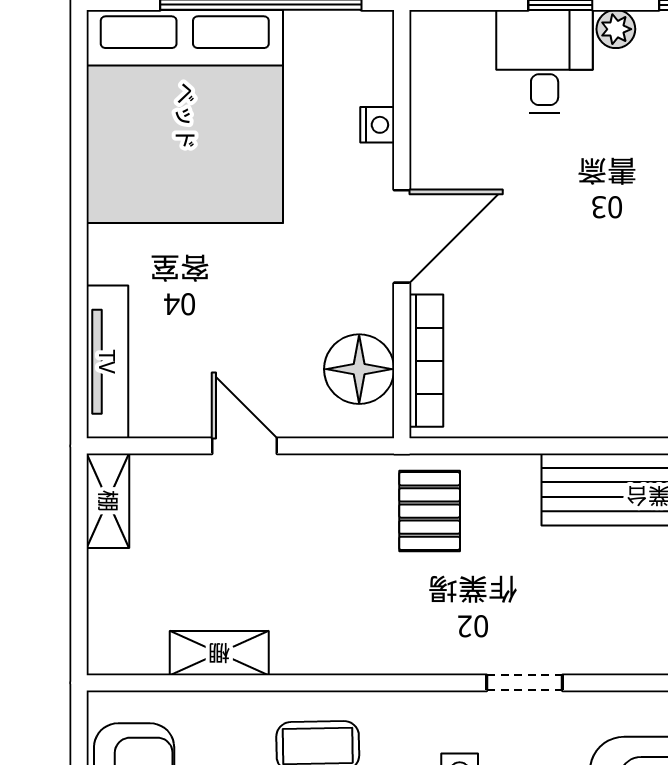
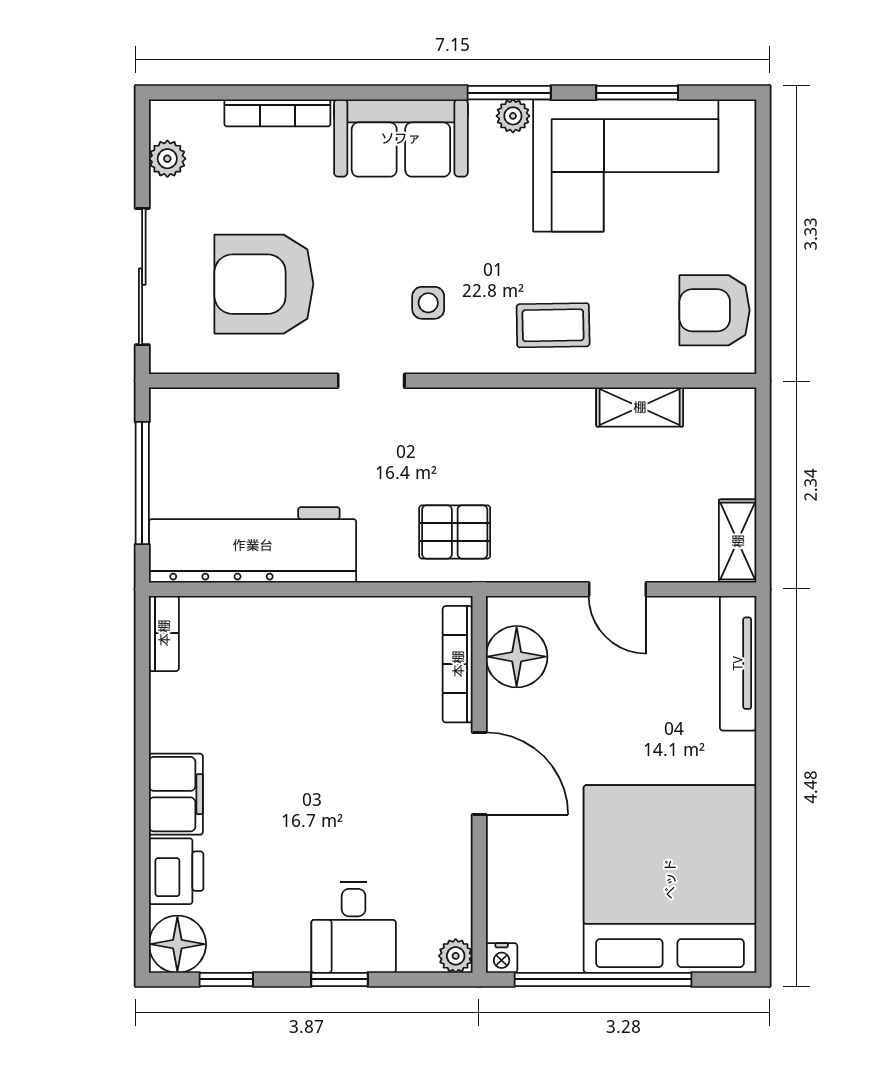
plant: (616, 29) -> (456, 956), moved
nightstand: (377, 125) -> (502, 958), moved, turned -90
door: (402, 236) -> (479, 773), swing flipped
pallet: (430, 511) -> (455, 532), turned 90

